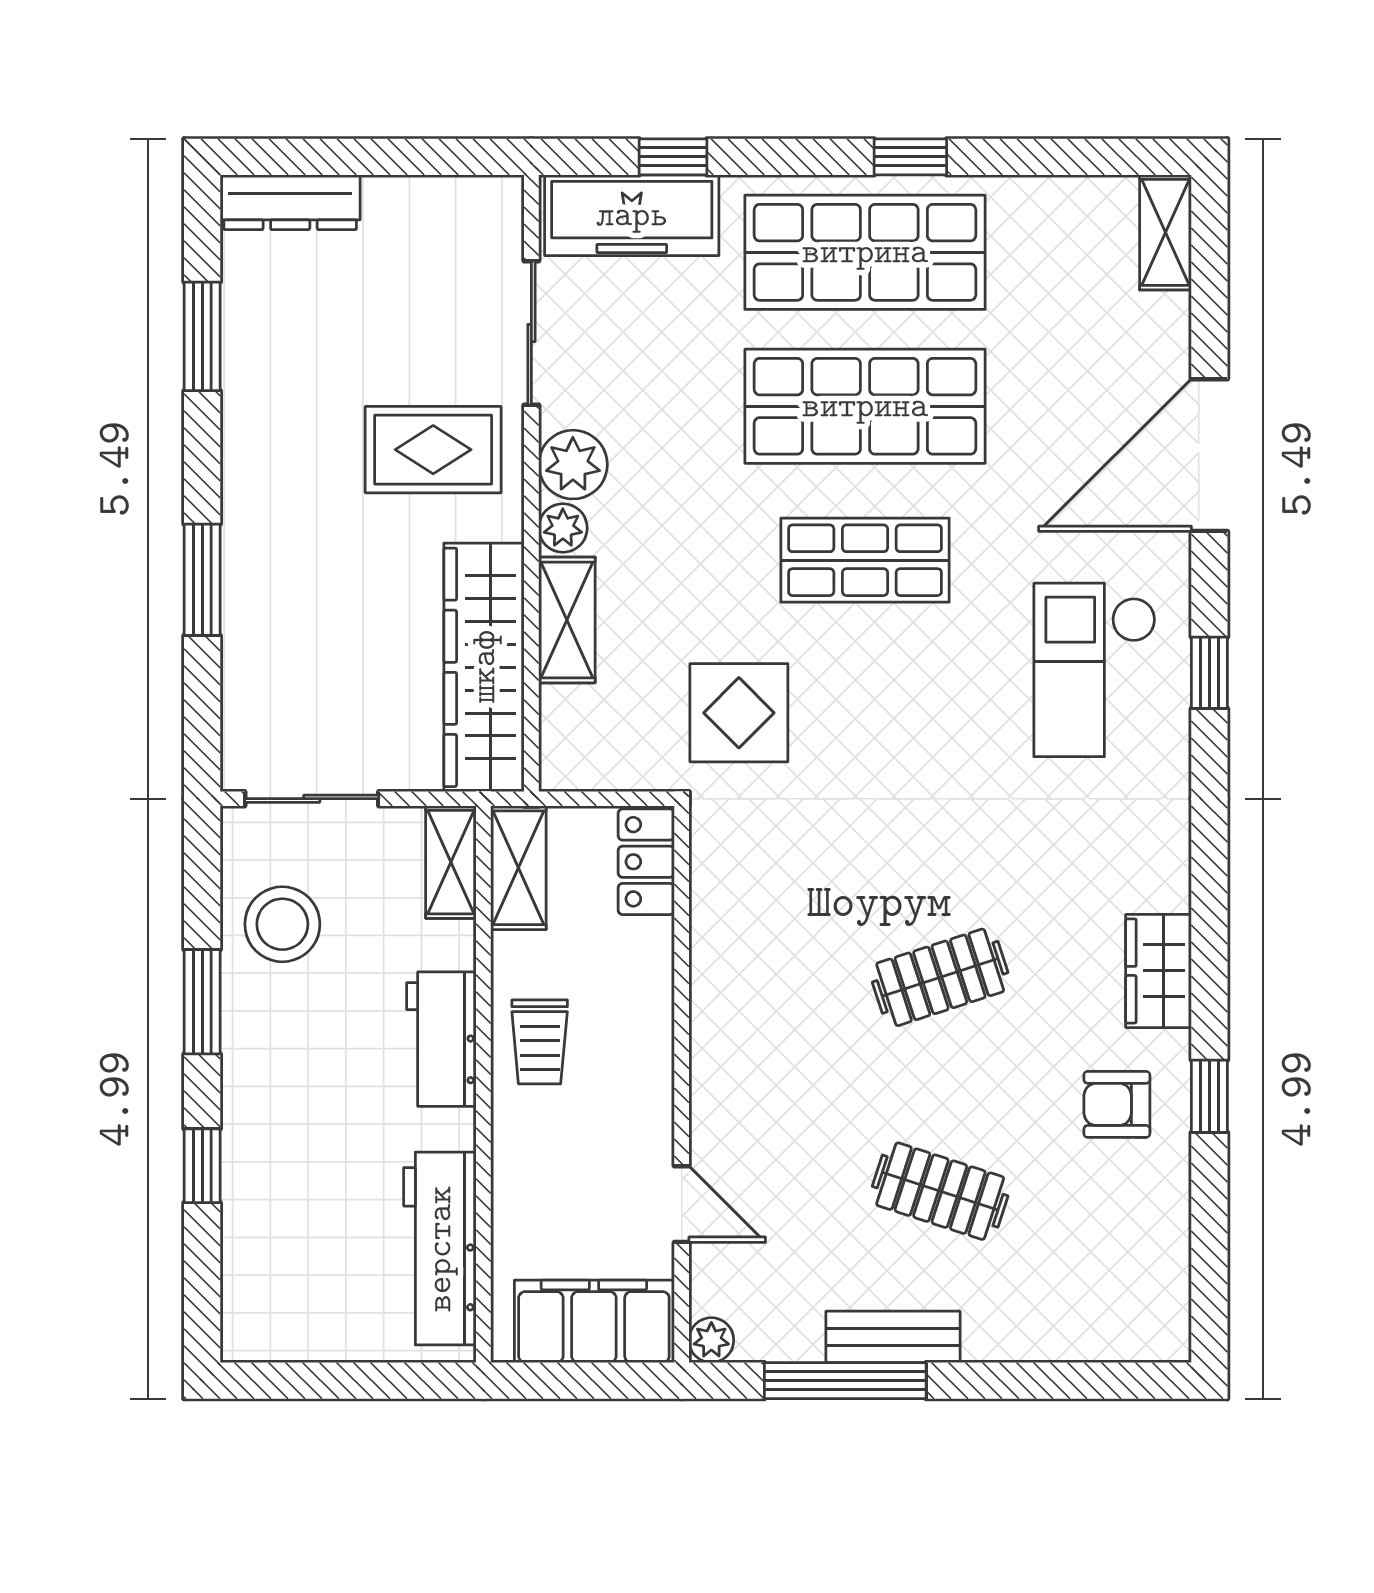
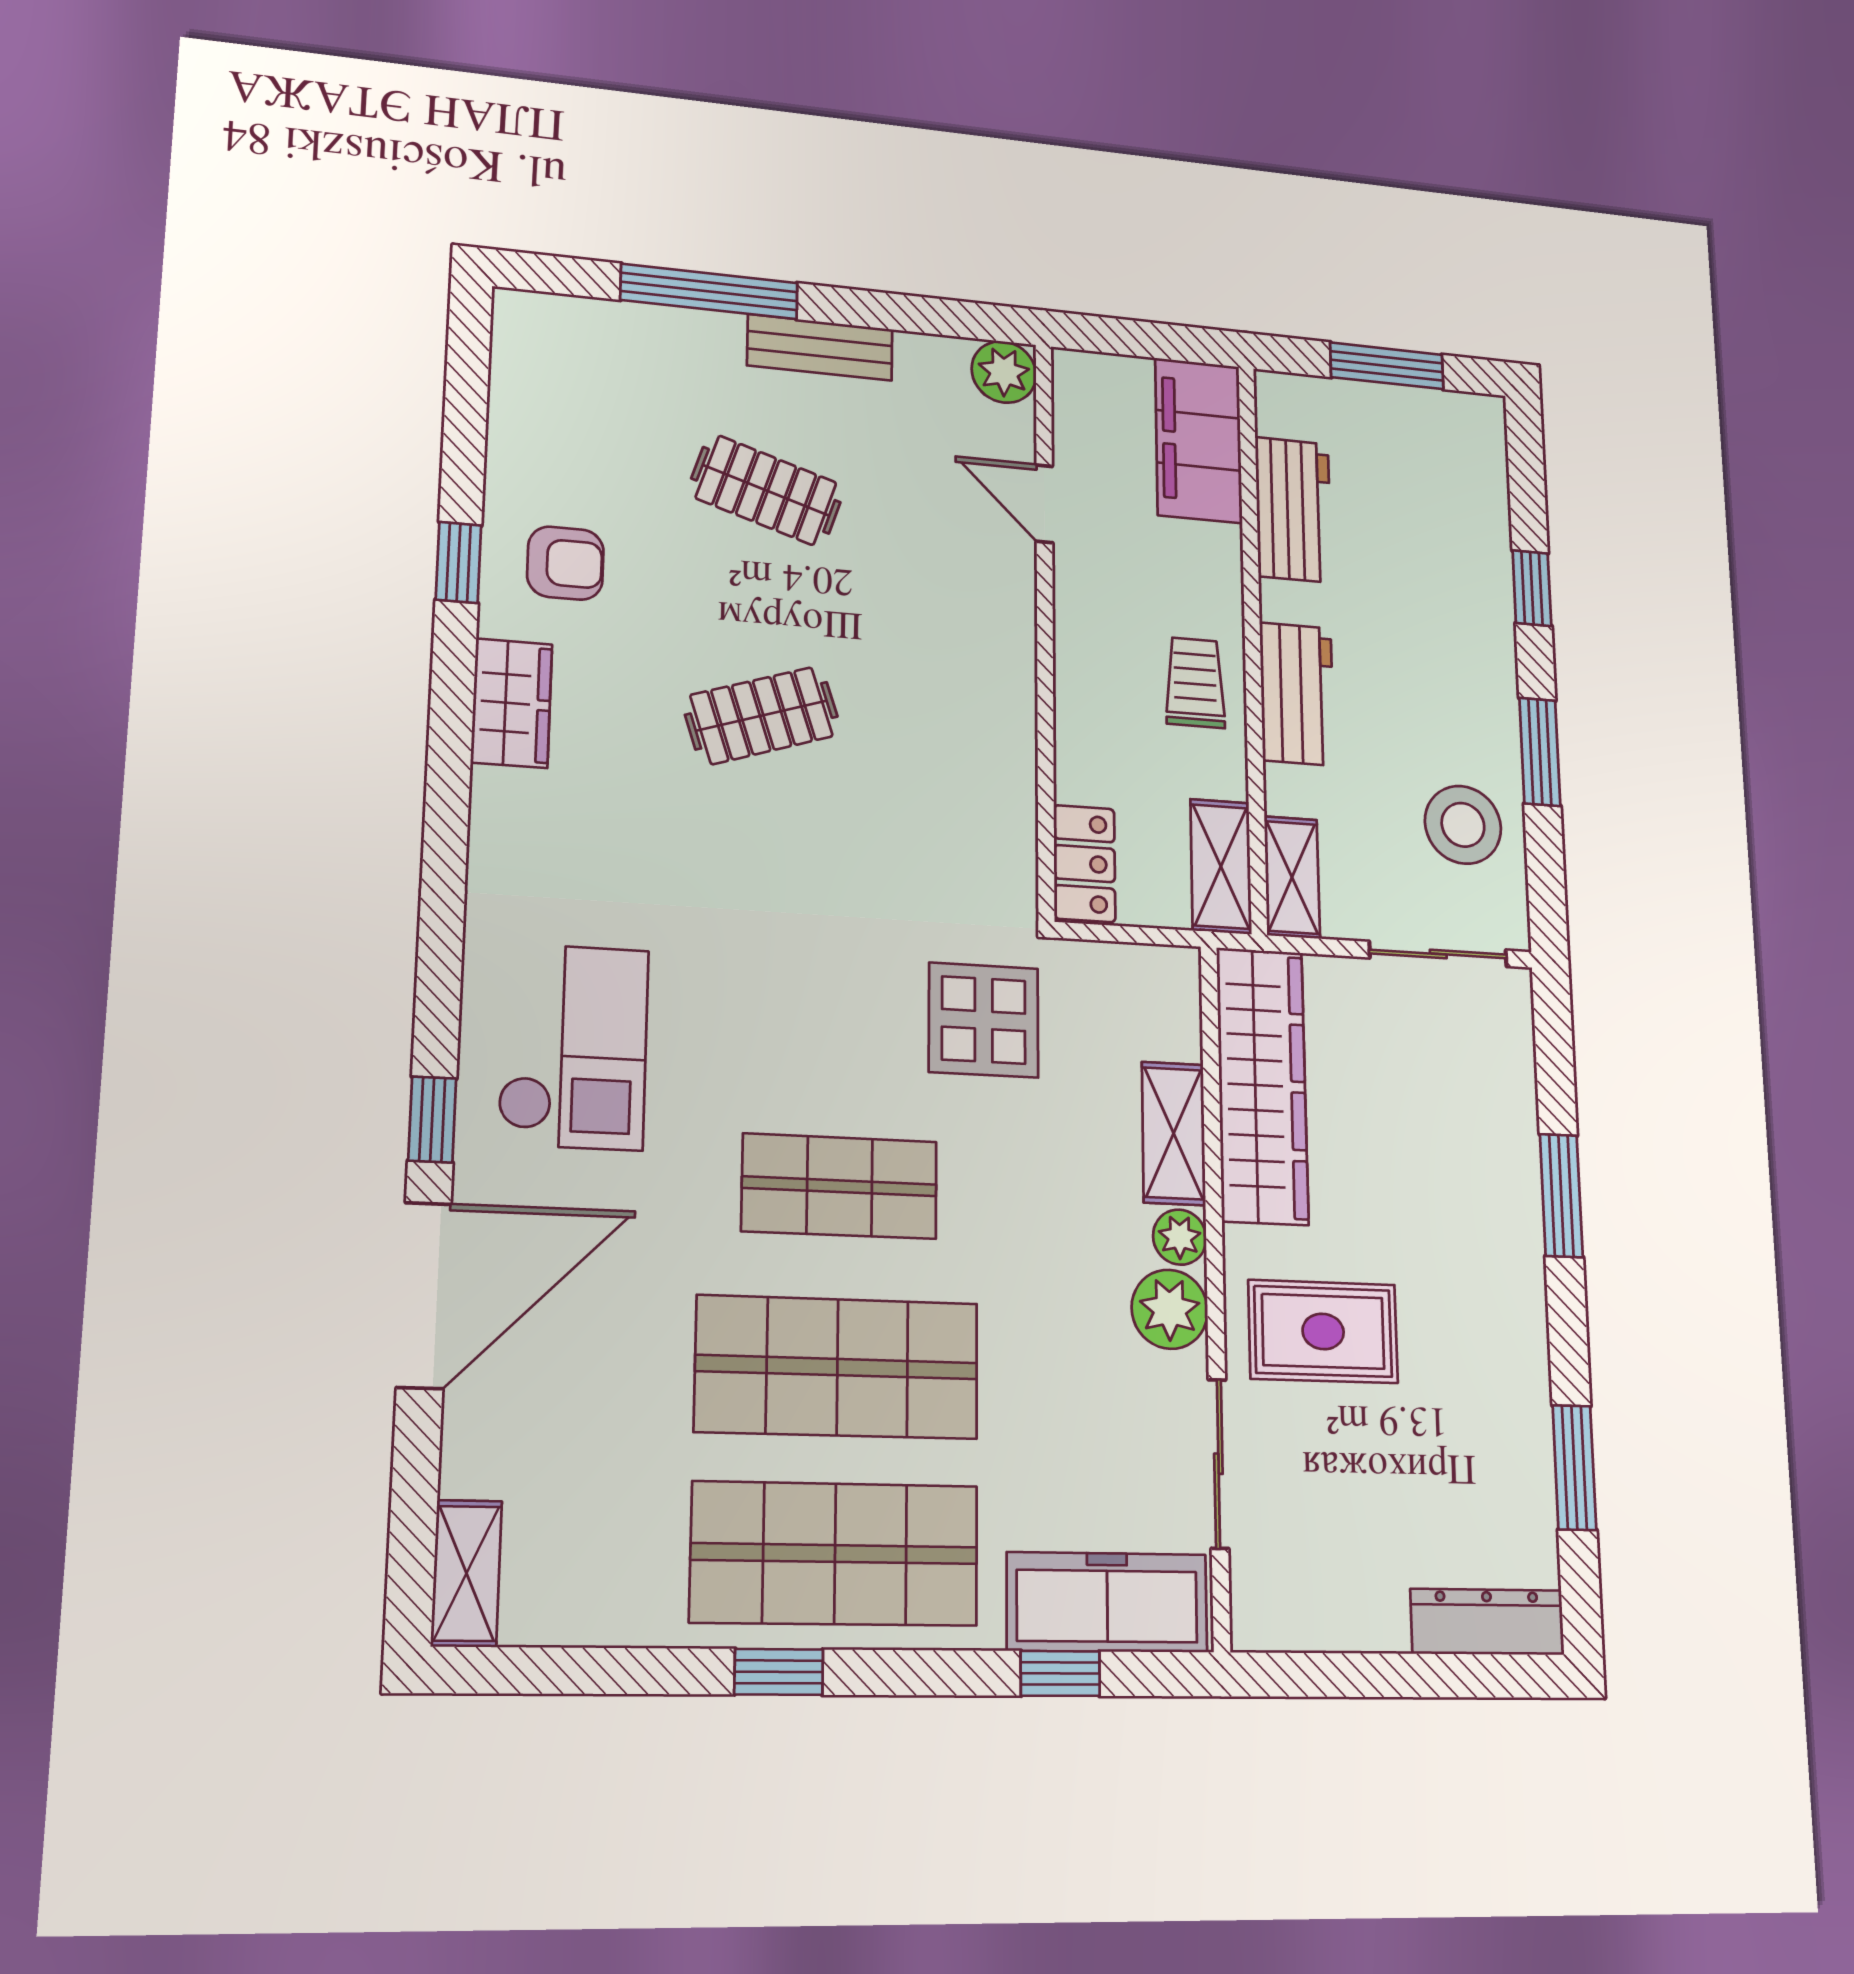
window: (1209, 673) -> (432, 1119), moved
workbench: (440, 1249) -> (1293, 510), width x0.73
filing cabinet: (594, 1321) -> (1199, 440), moved, turned 90
plant: (711, 1340) -> (1004, 372), width x1.38, depth x1.38
window: (341, 1381) -> (1387, 366), added
window: (845, 1381) -> (709, 291), moved

